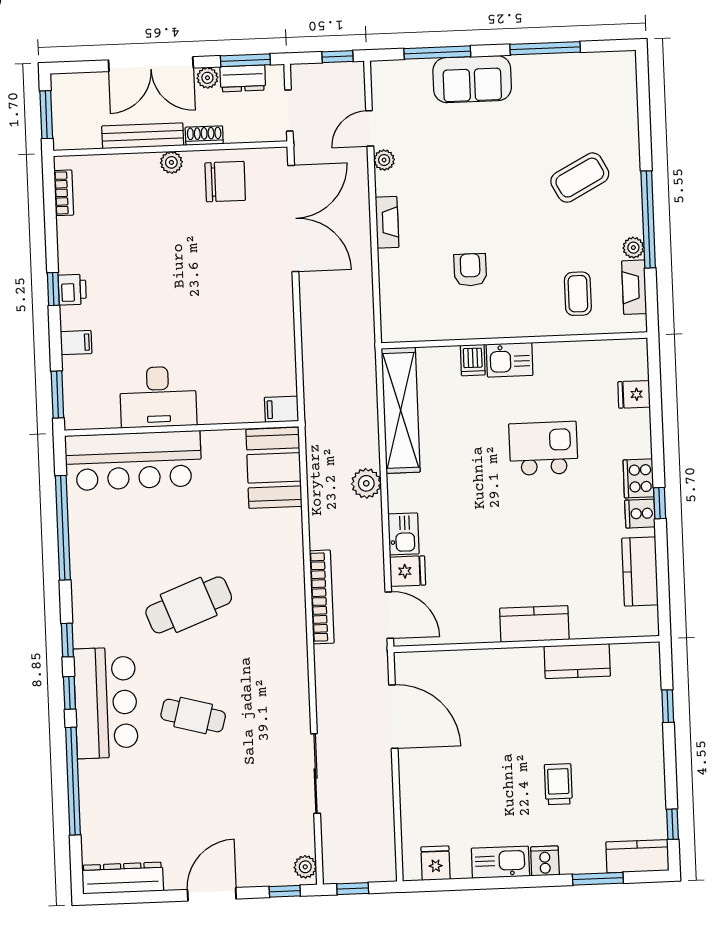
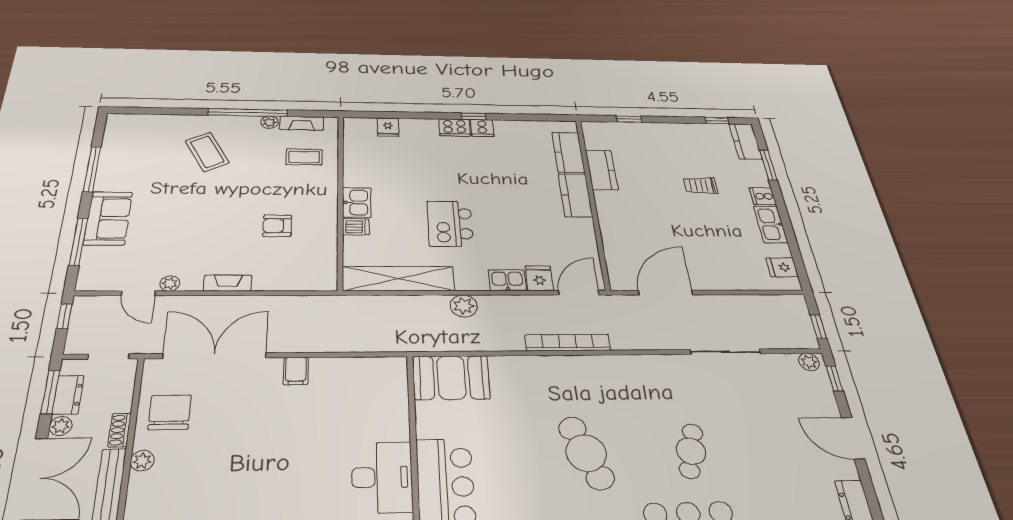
filing cabinet: (282, 409) -> (296, 371), moved
kitchen island: (543, 448) -> (450, 224), moved
kitchen counter: (640, 572) -> (568, 152), moved, turned 90

